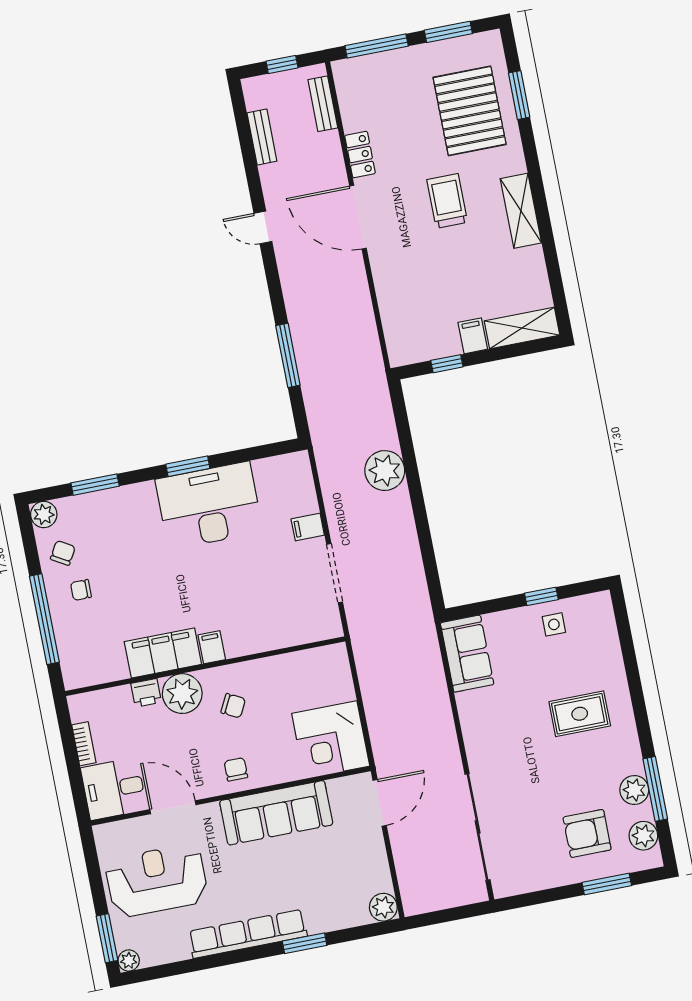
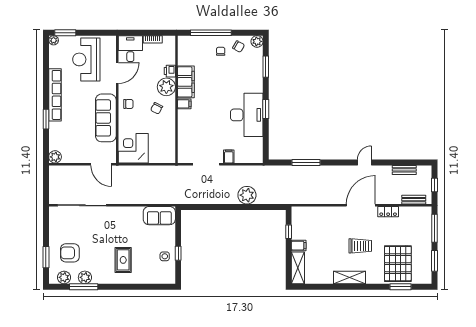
pallet: (470, 111) -> (398, 264), turned 90
armchair: (587, 833) -> (70, 253), turned -90
reception desk: (157, 881) -> (86, 59), turned 180

